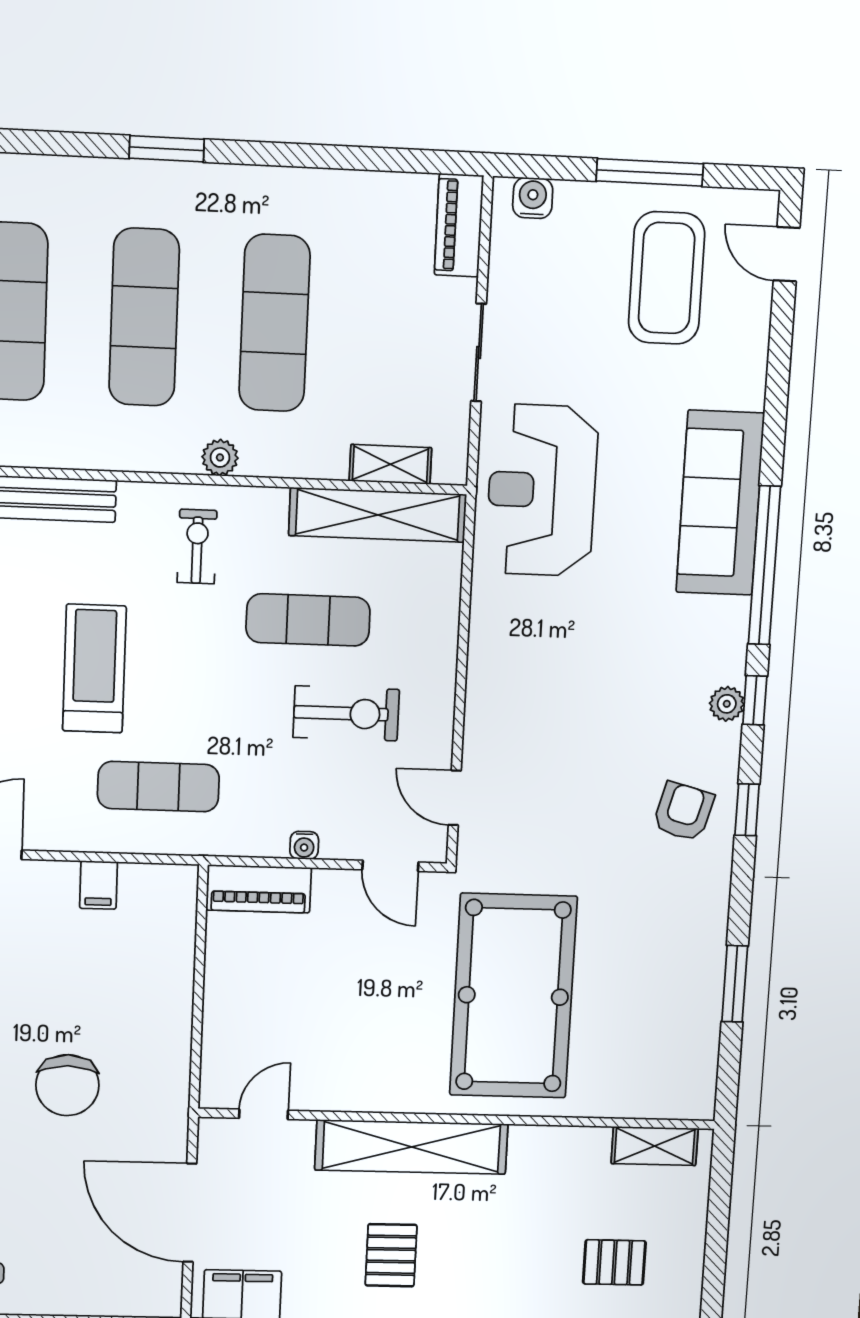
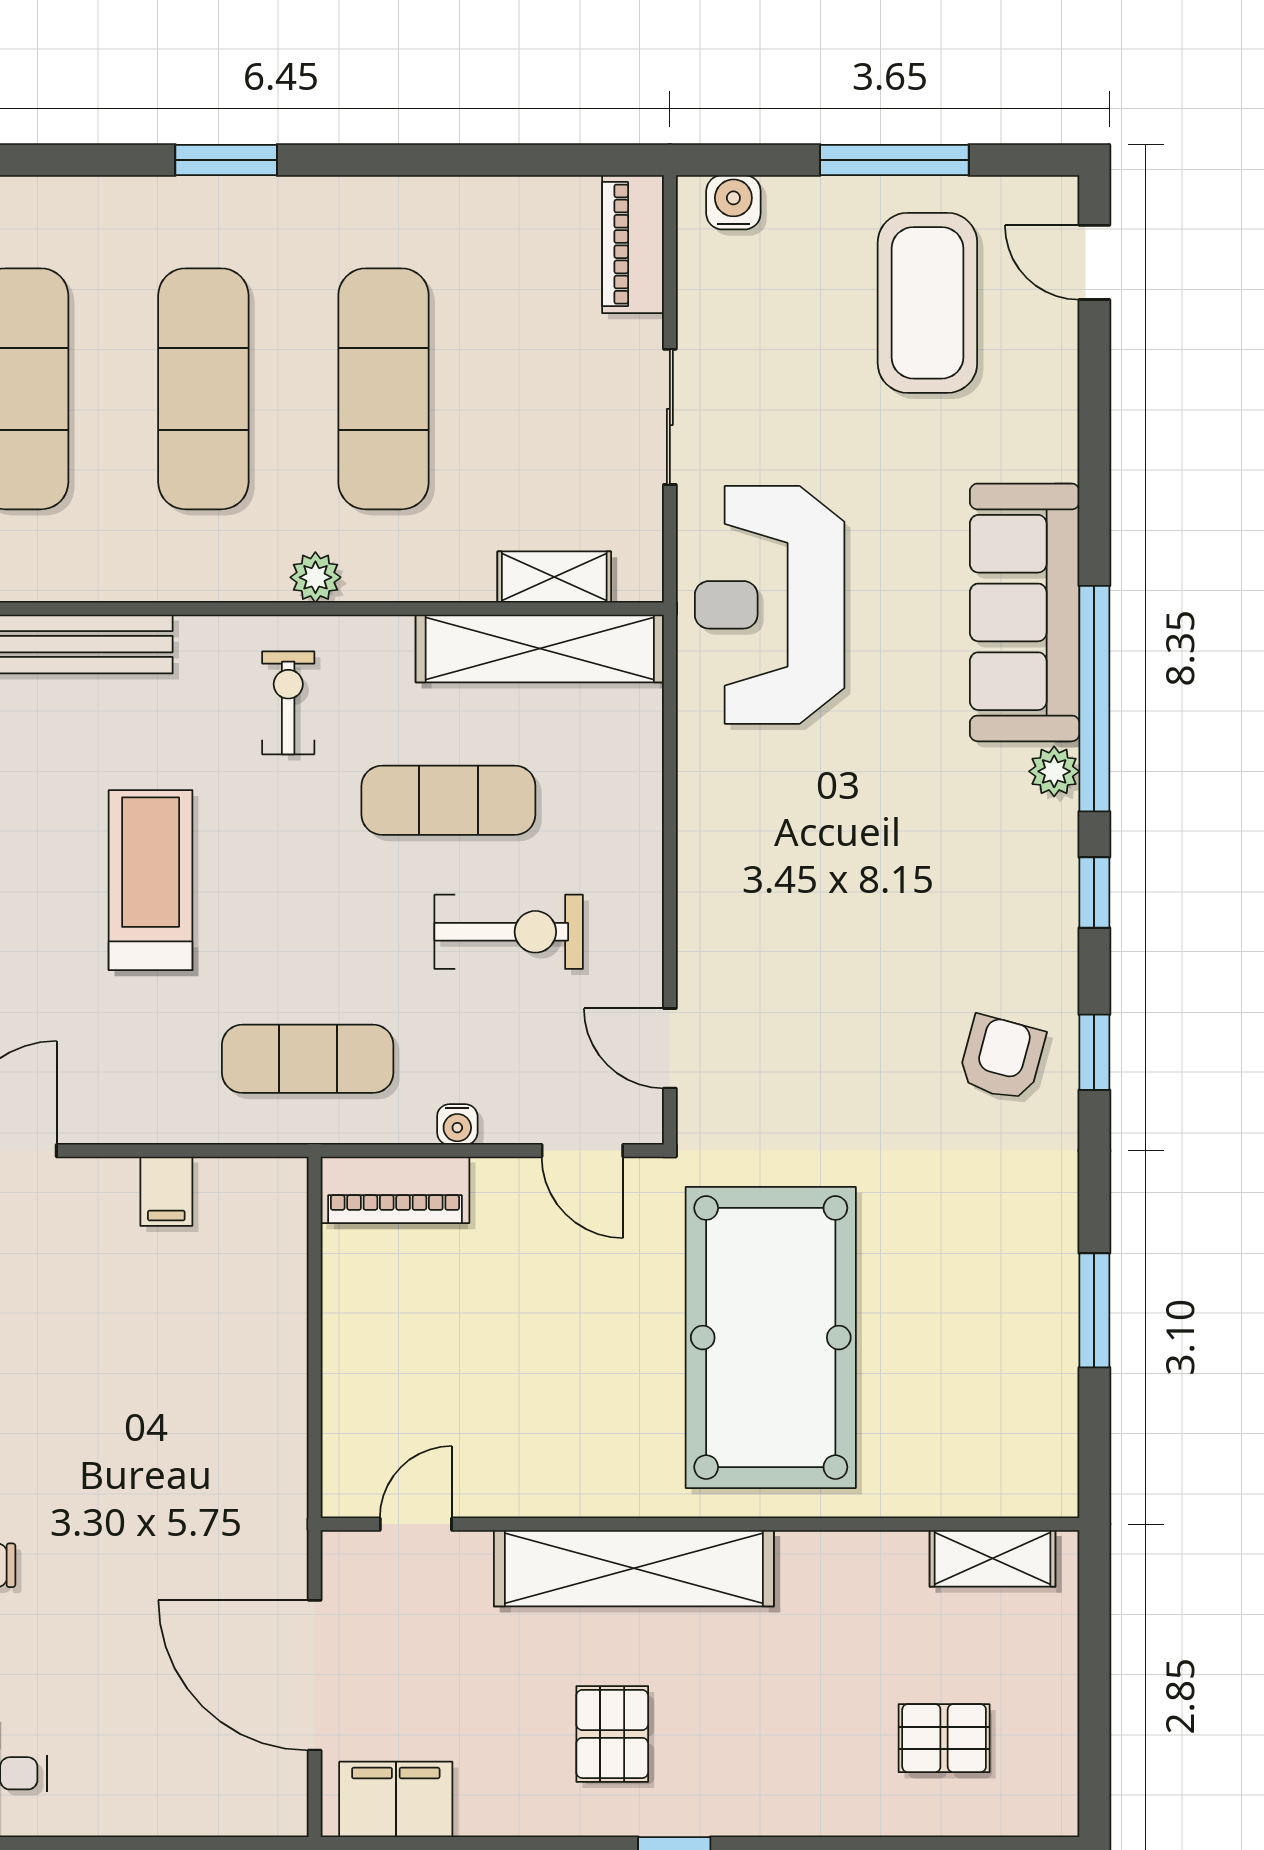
plant: (727, 704) -> (1054, 771), moved
exercise mat: (158, 787) -> (308, 1059), moved
chair: (67, 1085) -> (131, 1488), removed

